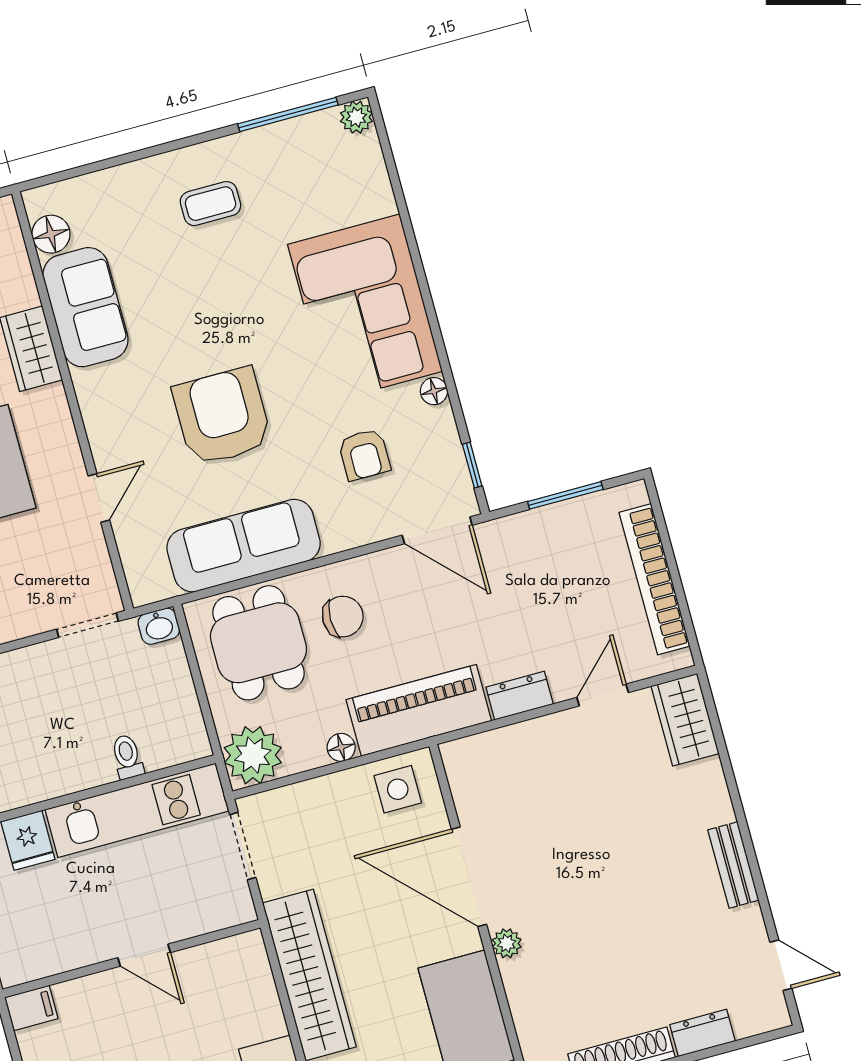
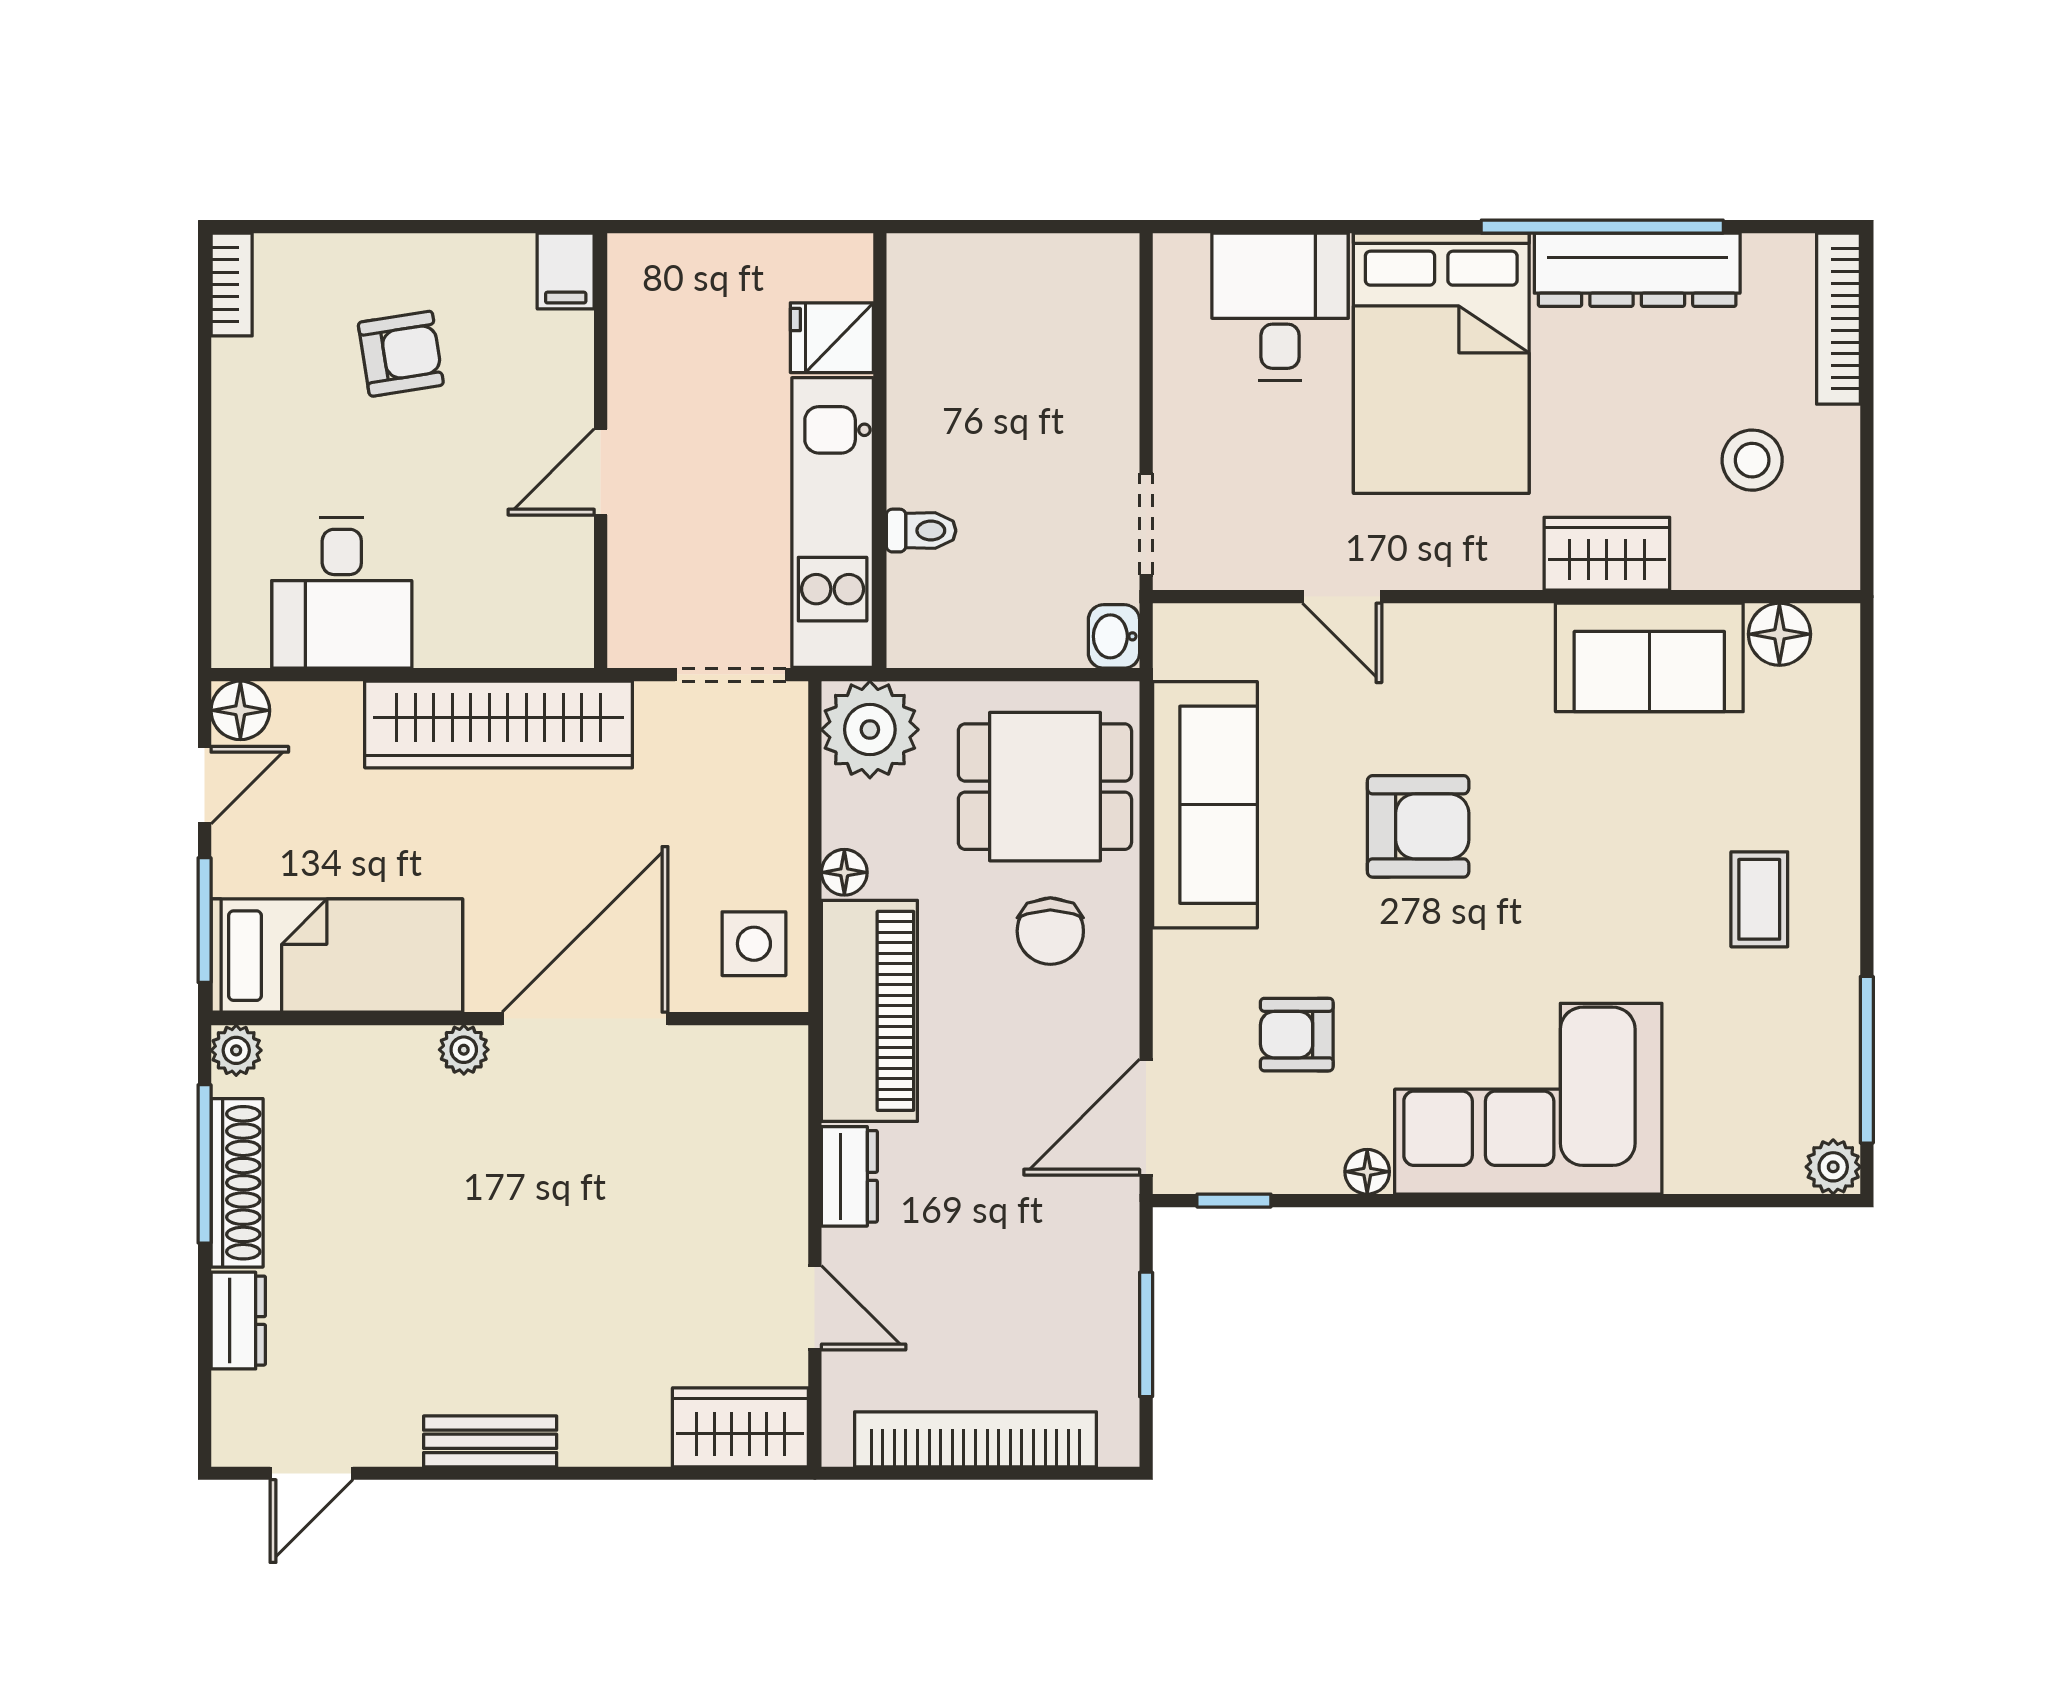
armchair: (222, 416) -> (1418, 826), width x0.73, depth x0.73

